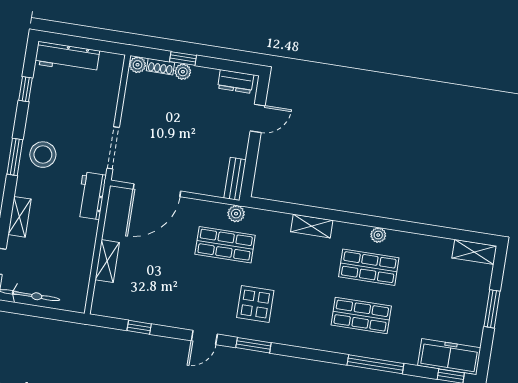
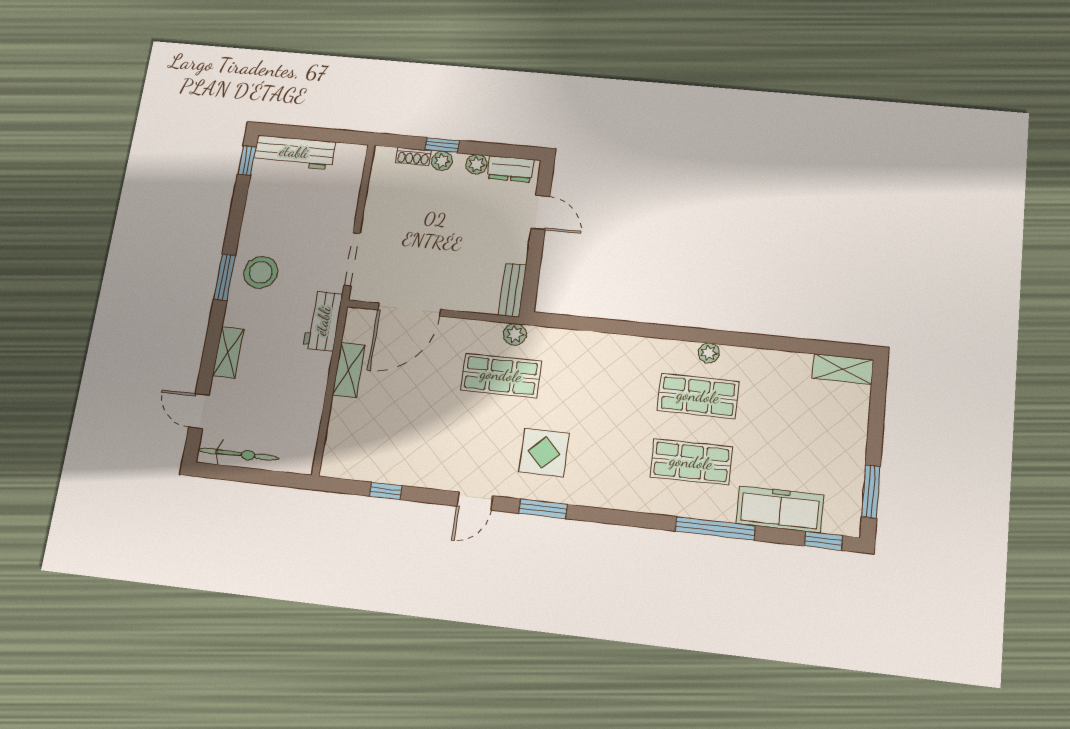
plant: (138, 65) -> (477, 164), moved
window: (26, 89) -> (247, 161), moved
door: (258, 118) -> (540, 213), hinge flipped
shelving: (312, 226) -> (617, 346), removed
shelving: (107, 261) -> (349, 370), moved
window: (492, 309) -> (871, 492), moved
freezer: (449, 357) -> (780, 509), moved

